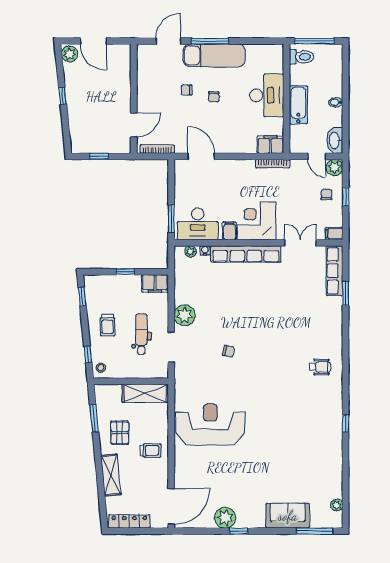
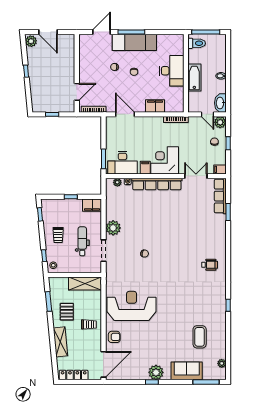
filing cabinet: (270, 145) -> (155, 106), moved
armchair: (186, 468) -> (114, 337), added
coffee table: (306, 468) -> (200, 337), added
plant: (225, 518) -> (156, 372), moved

